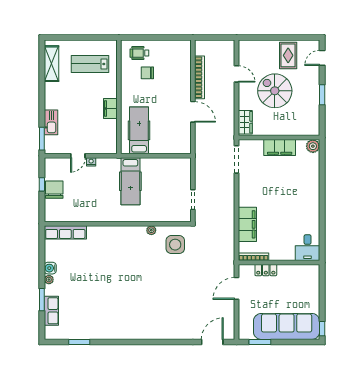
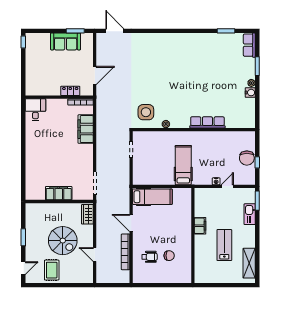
wheelchair: (139, 53) -> (150, 257), moved
lab bench: (90, 64) -> (224, 245), moved, turned -90
hospital bed: (139, 130) -> (152, 197), moved, turned -90
plant: (313, 146) -> (31, 194), removed
row of seats: (65, 232) -> (207, 122), moved
row of seats: (51, 311) -> (249, 45), moved
sofa: (287, 326) -> (66, 41), width x0.54, depth x0.79
door: (212, 342) -> (115, 31), swing flipped

